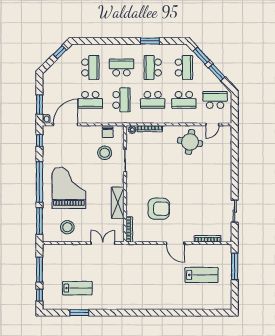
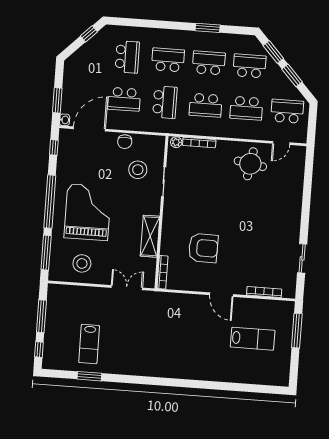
school desk: (153, 68) -> (209, 63), turned 90
school desk: (184, 68) -> (249, 66), turned -90
chair: (108, 132) -> (125, 142), moved
lab bench: (77, 288) -> (89, 344), turned 90

